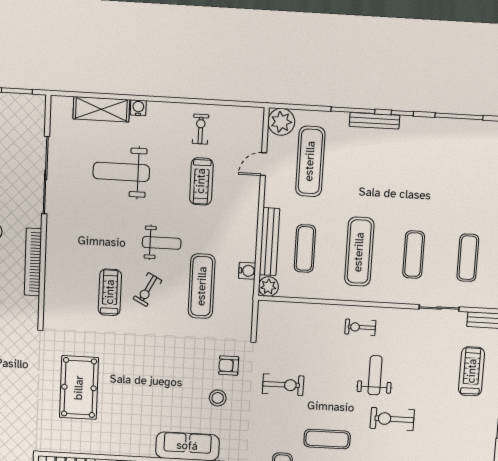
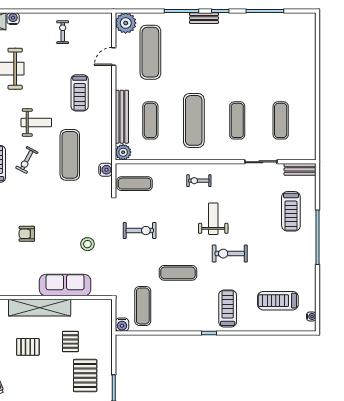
bench: (374, 121) -> (204, 18), width x0.73
treadmill: (201, 181) -> (80, 93), moved
water cooler: (247, 271) -> (105, 170), moved
exercise mat: (280, 326) -> (135, 184), added
armchair: (229, 366) -> (27, 234), moved
treadmill: (472, 371) -> (291, 211), turned 180

